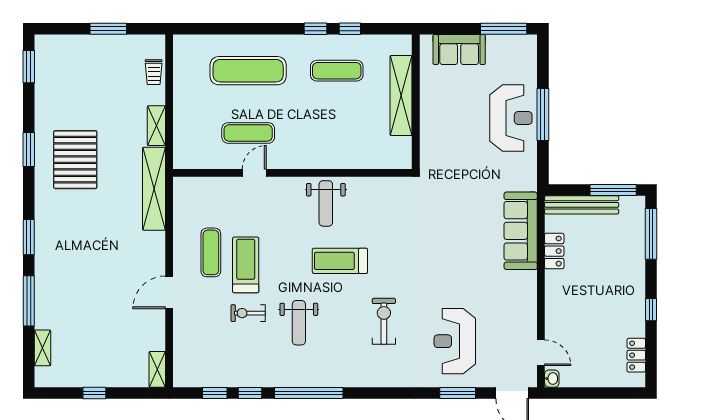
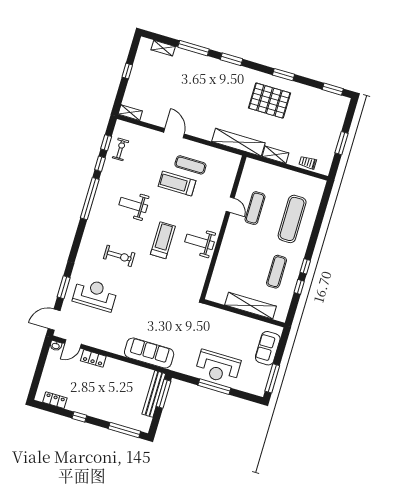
window: (613, 190) -> (163, 394), moved
locker: (554, 251) -> (93, 358), moved
treadmill: (246, 265) -> (177, 184), turned 180
exercise bike: (248, 313) -> (121, 149), moved

